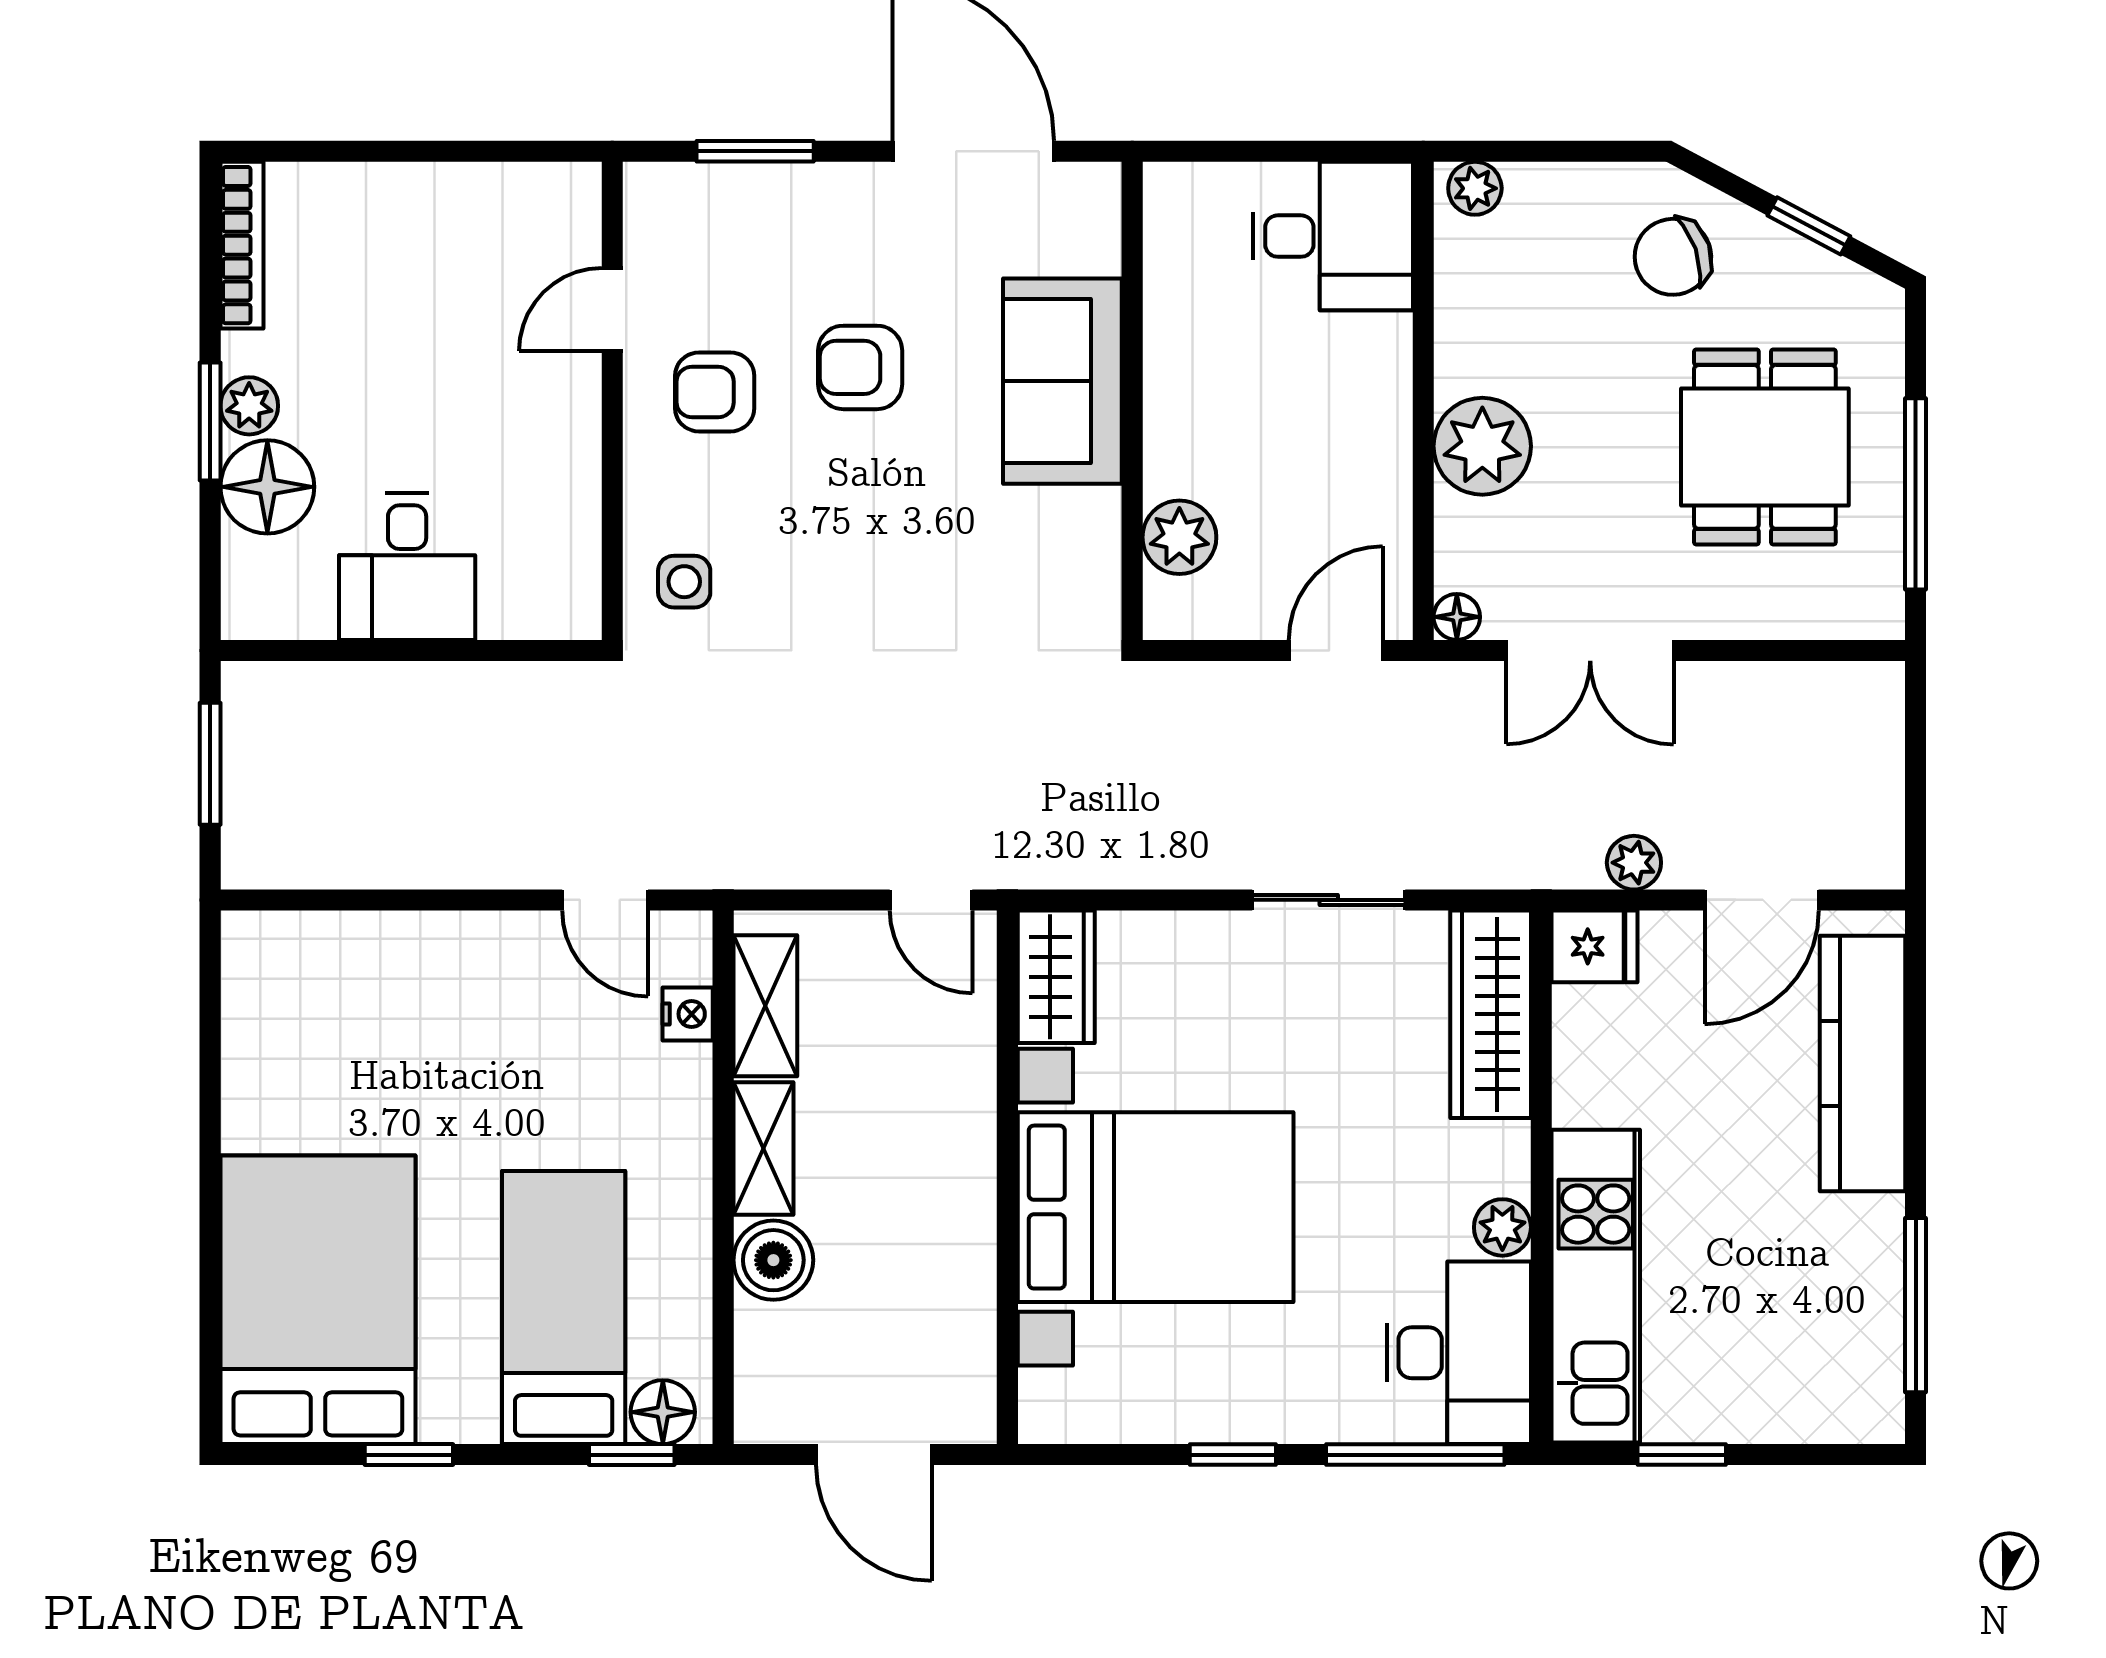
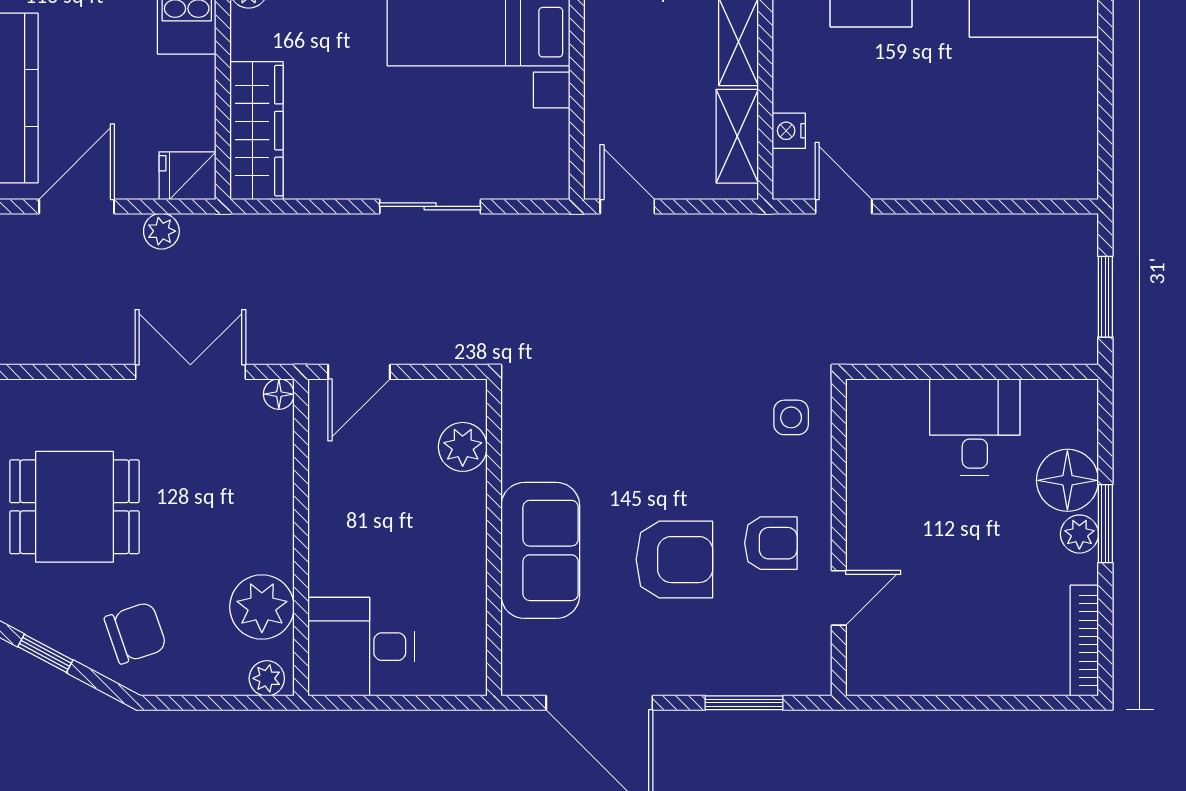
armchair: (860, 367) -> (674, 560), width x1.38, depth x1.38
plant: (1482, 446) -> (262, 607), moved
dining table: (1765, 447) -> (75, 507), turned 90
sliding door: (1329, 900) -> (430, 206), moved
wardrobe: (1056, 977) -> (544, 156), removed

